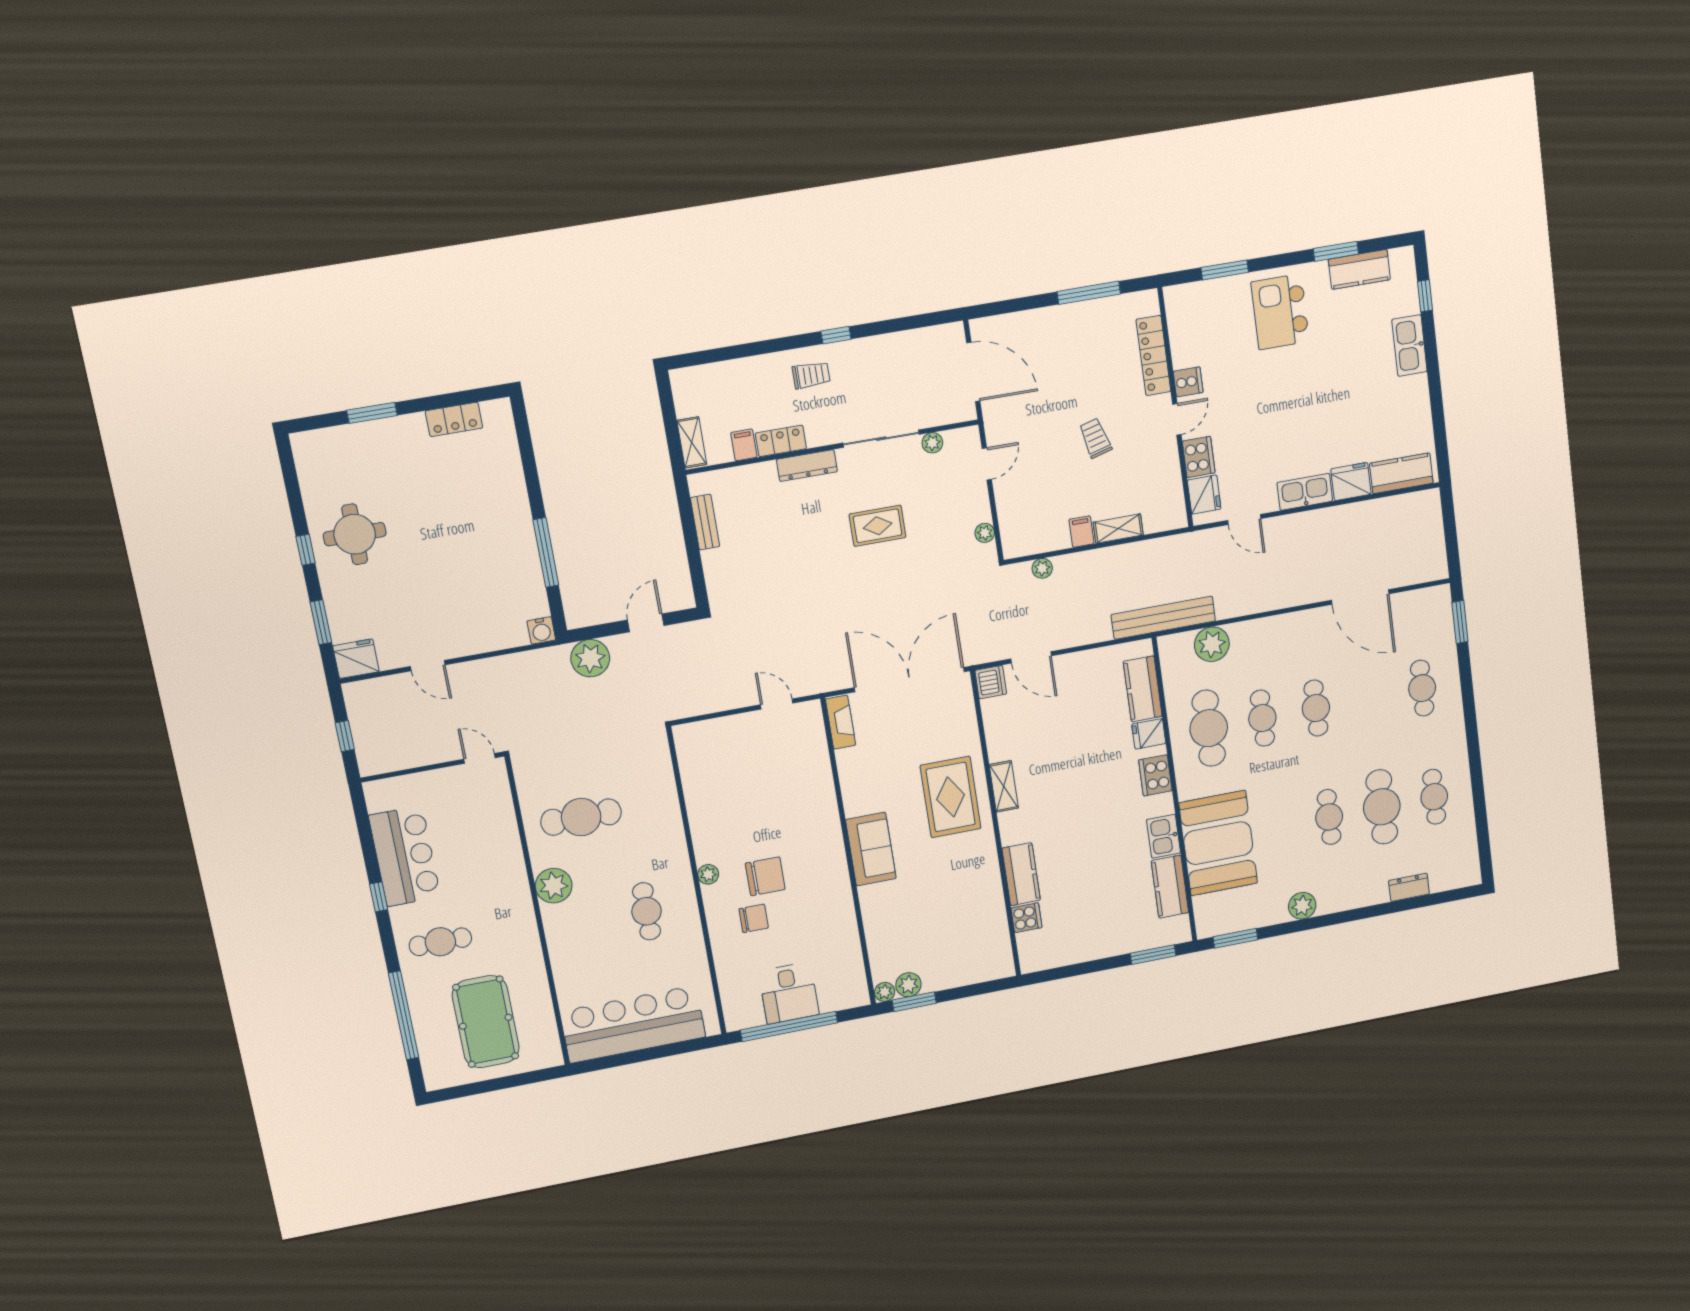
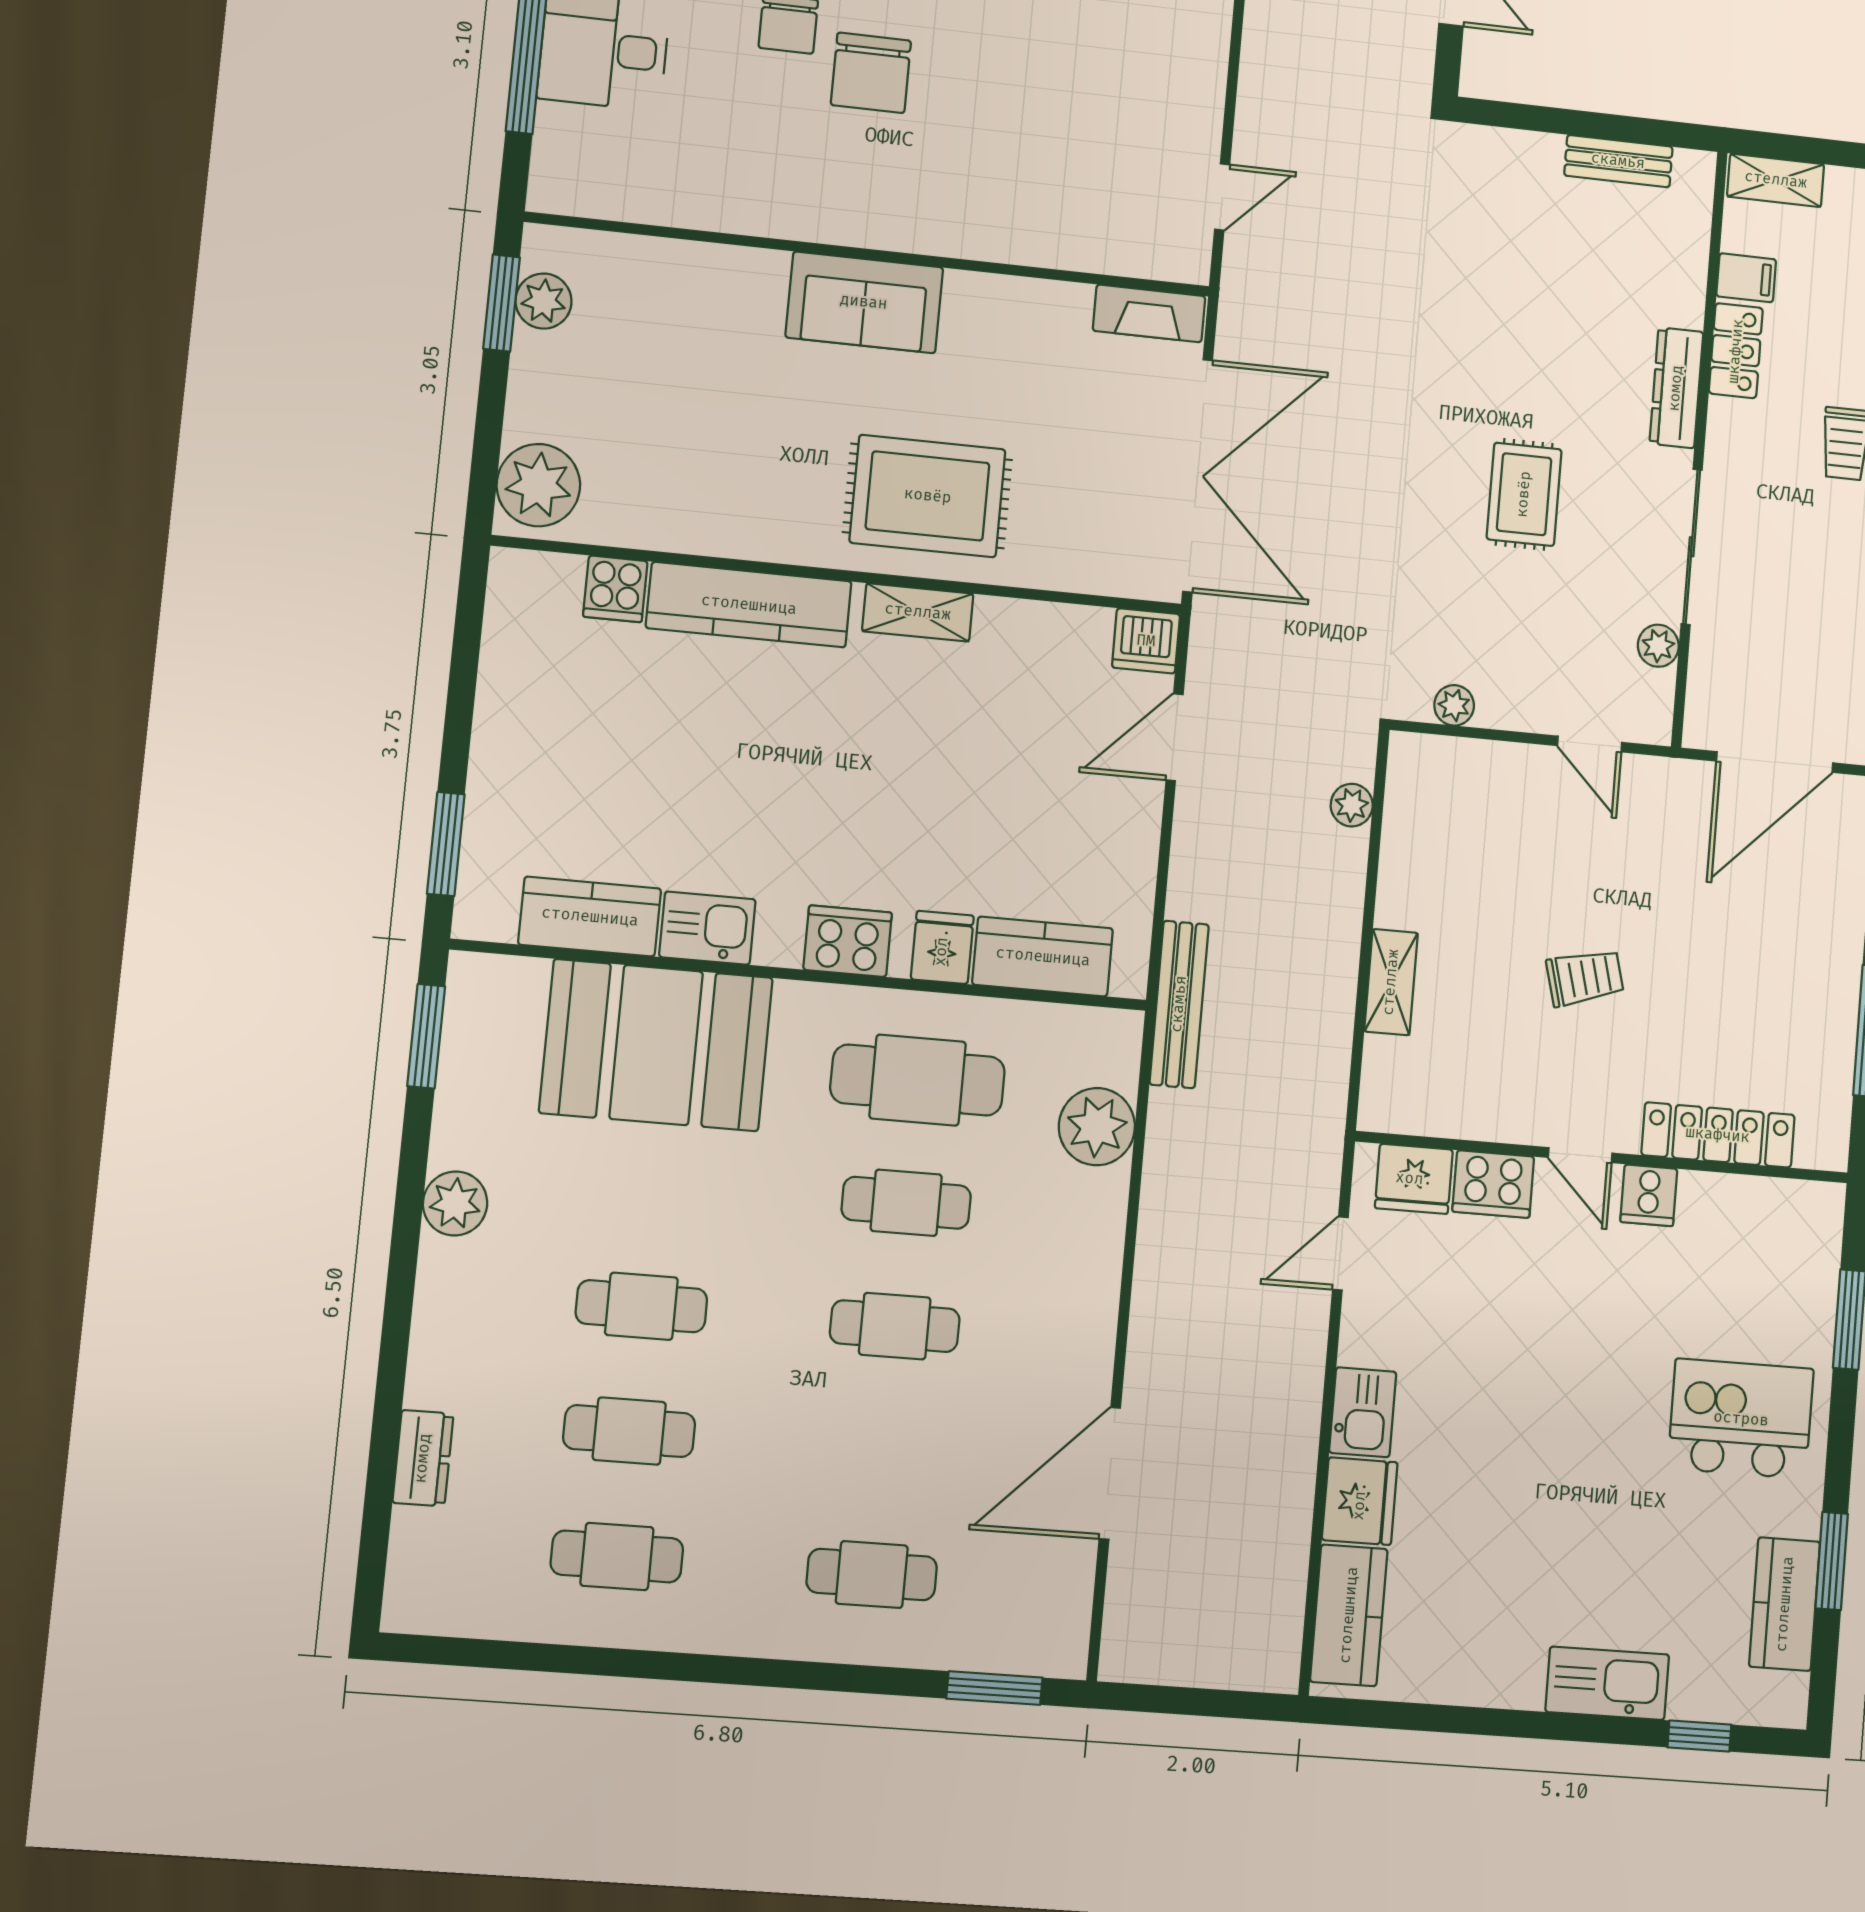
kitchen sink: (1305, 492) -> (1363, 1412), width x0.73
filing cabinet: (1081, 532) -> (1405, 904), removed
bench: (1163, 618) -> (1179, 1004), width x0.73, depth x0.82
cafe table: (1382, 807) -> (629, 1431), width x0.73, depth x0.74
kitchen counter: (1021, 874) -> (749, 605), width x1.50
plant: (885, 992) -> (538, 485), moved, width x1.87, depth x1.87

